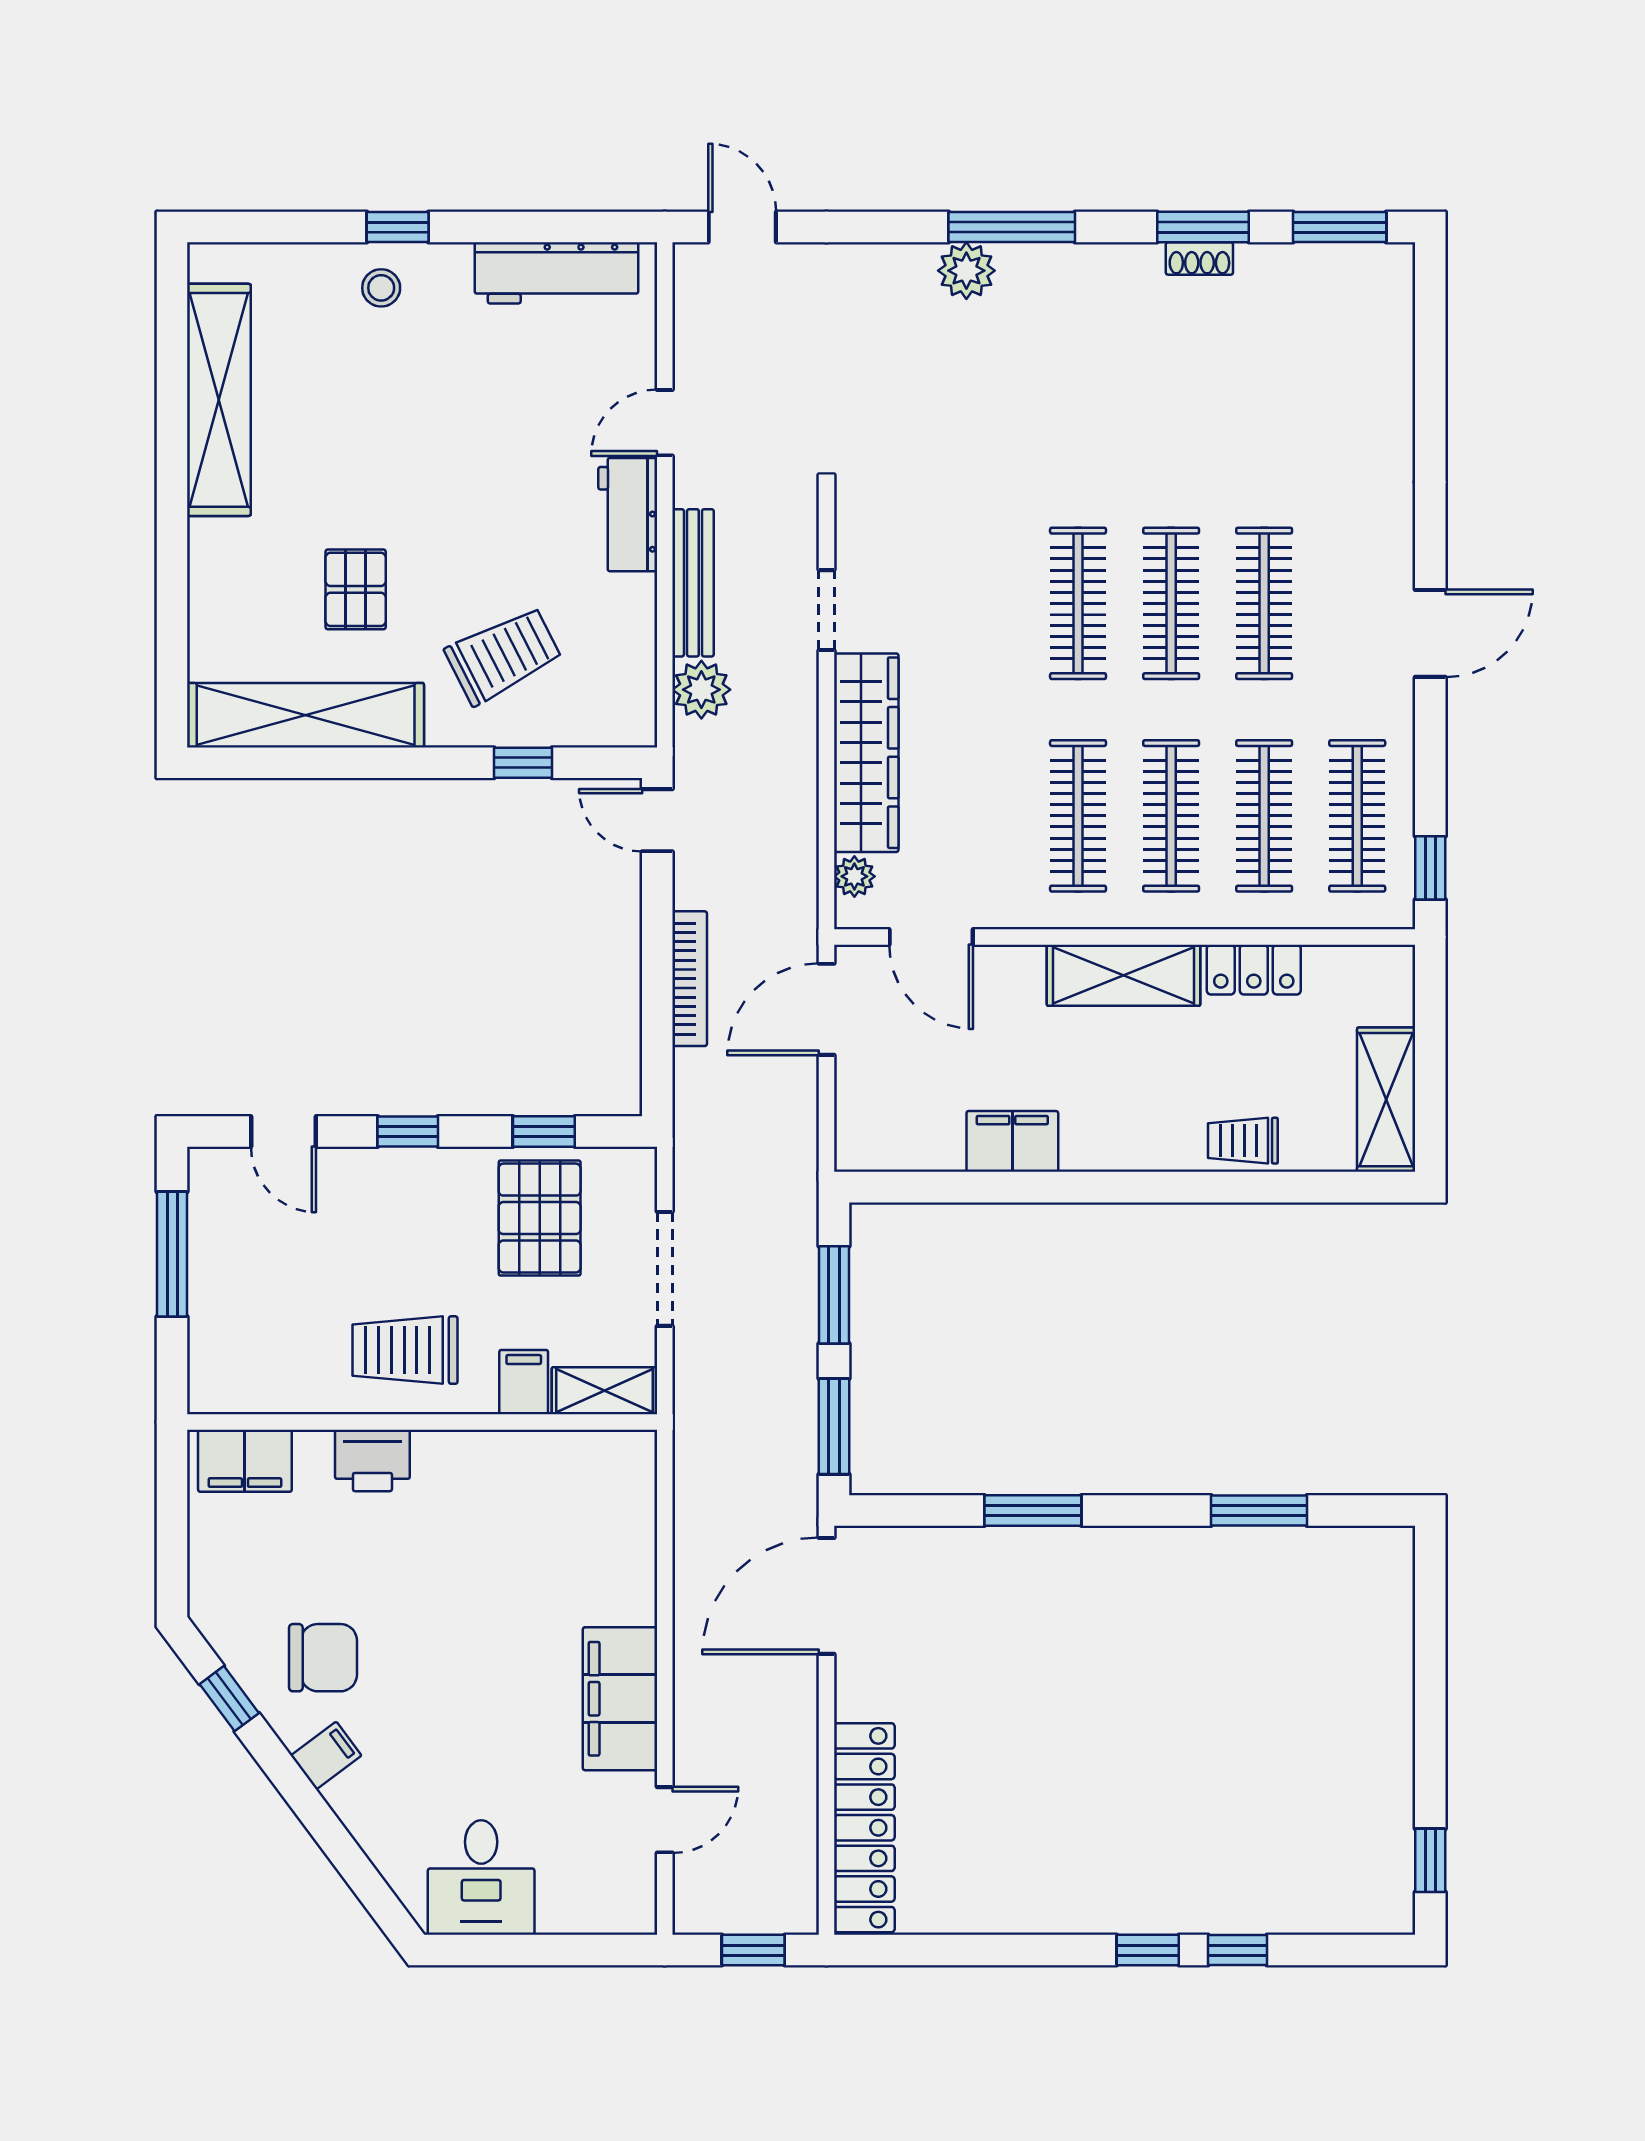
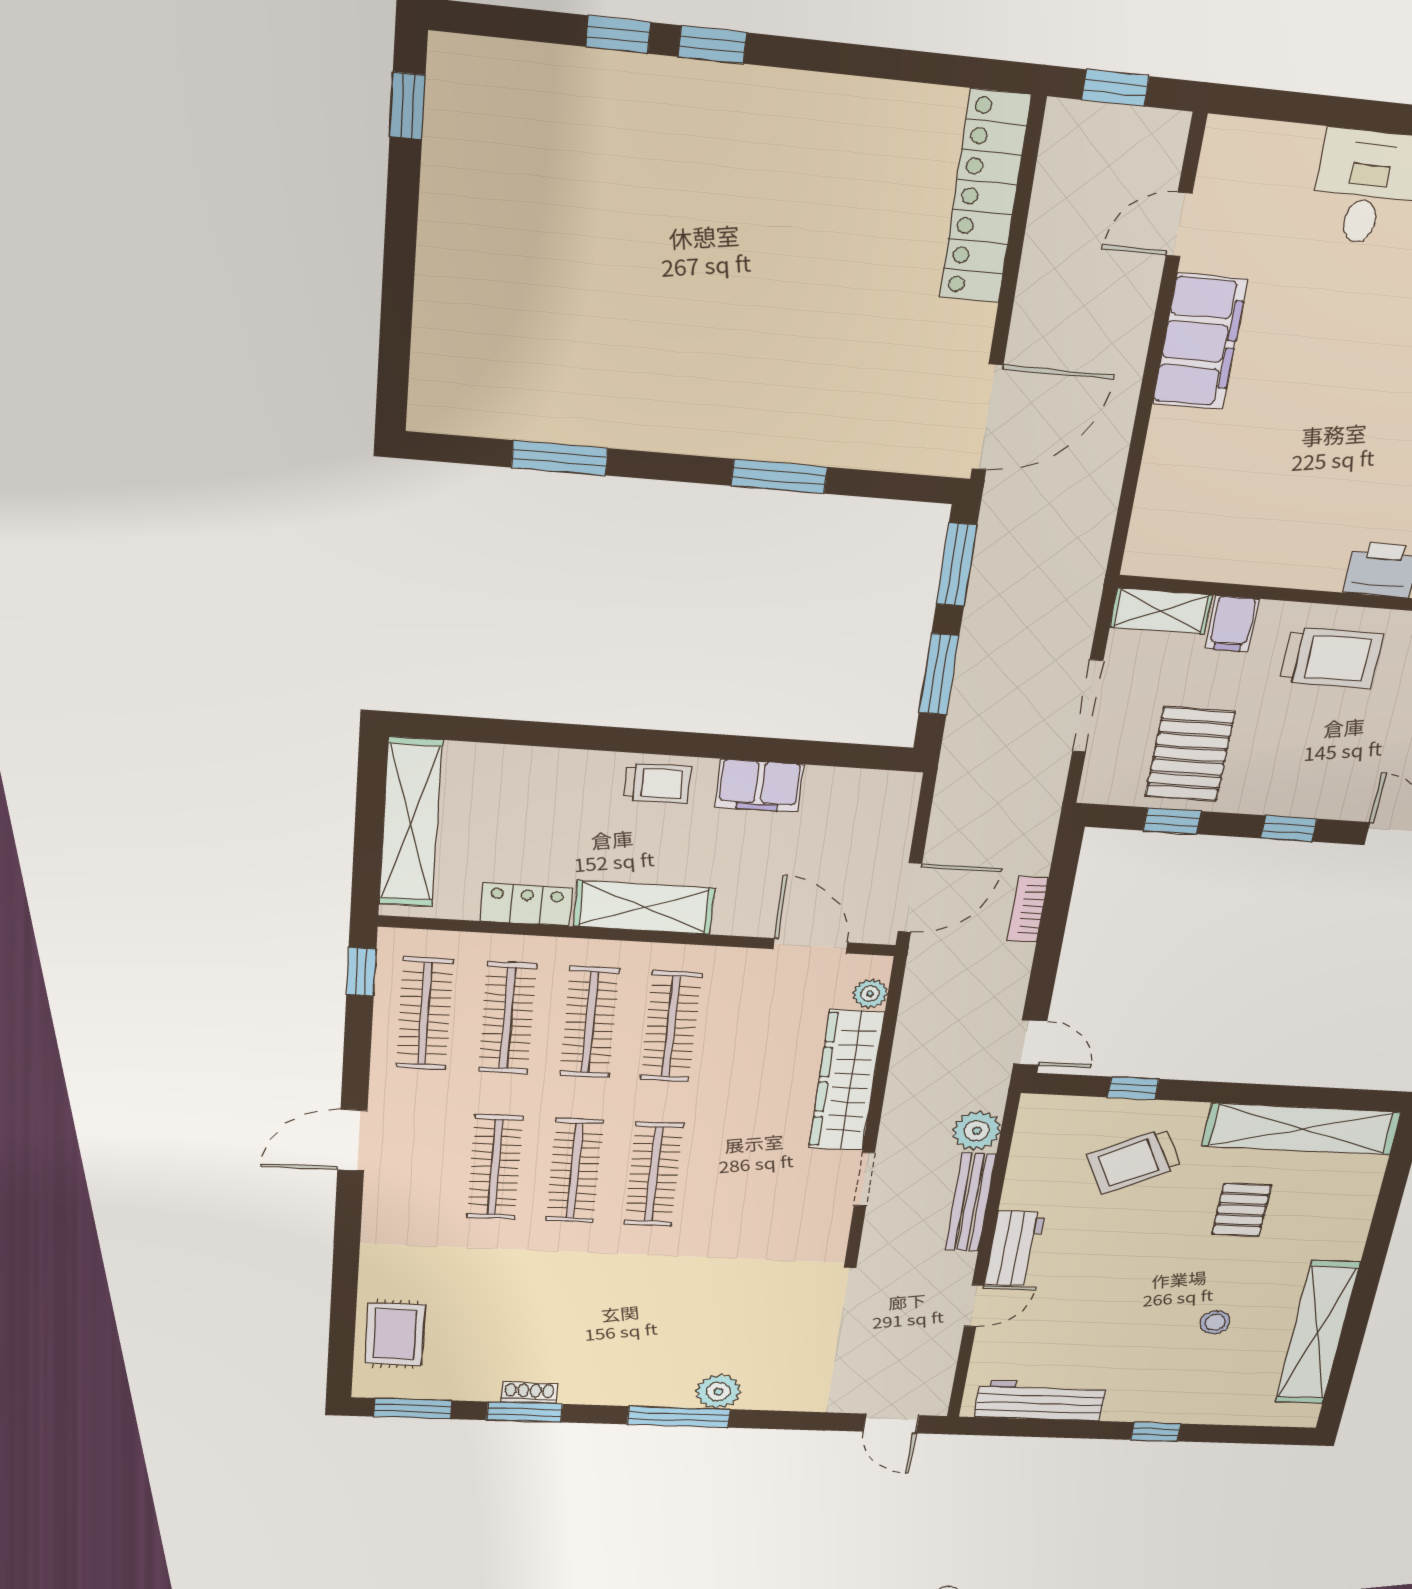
stool: (381, 288) -> (1215, 1322), moved
rug: (1367, 345) -> (395, 1334), added
bookcase: (690, 979) -> (1028, 909), width x0.64
shelving: (1386, 1100) -> (410, 823), width x1.47
trolley: (1243, 1141) -> (658, 783), moved

